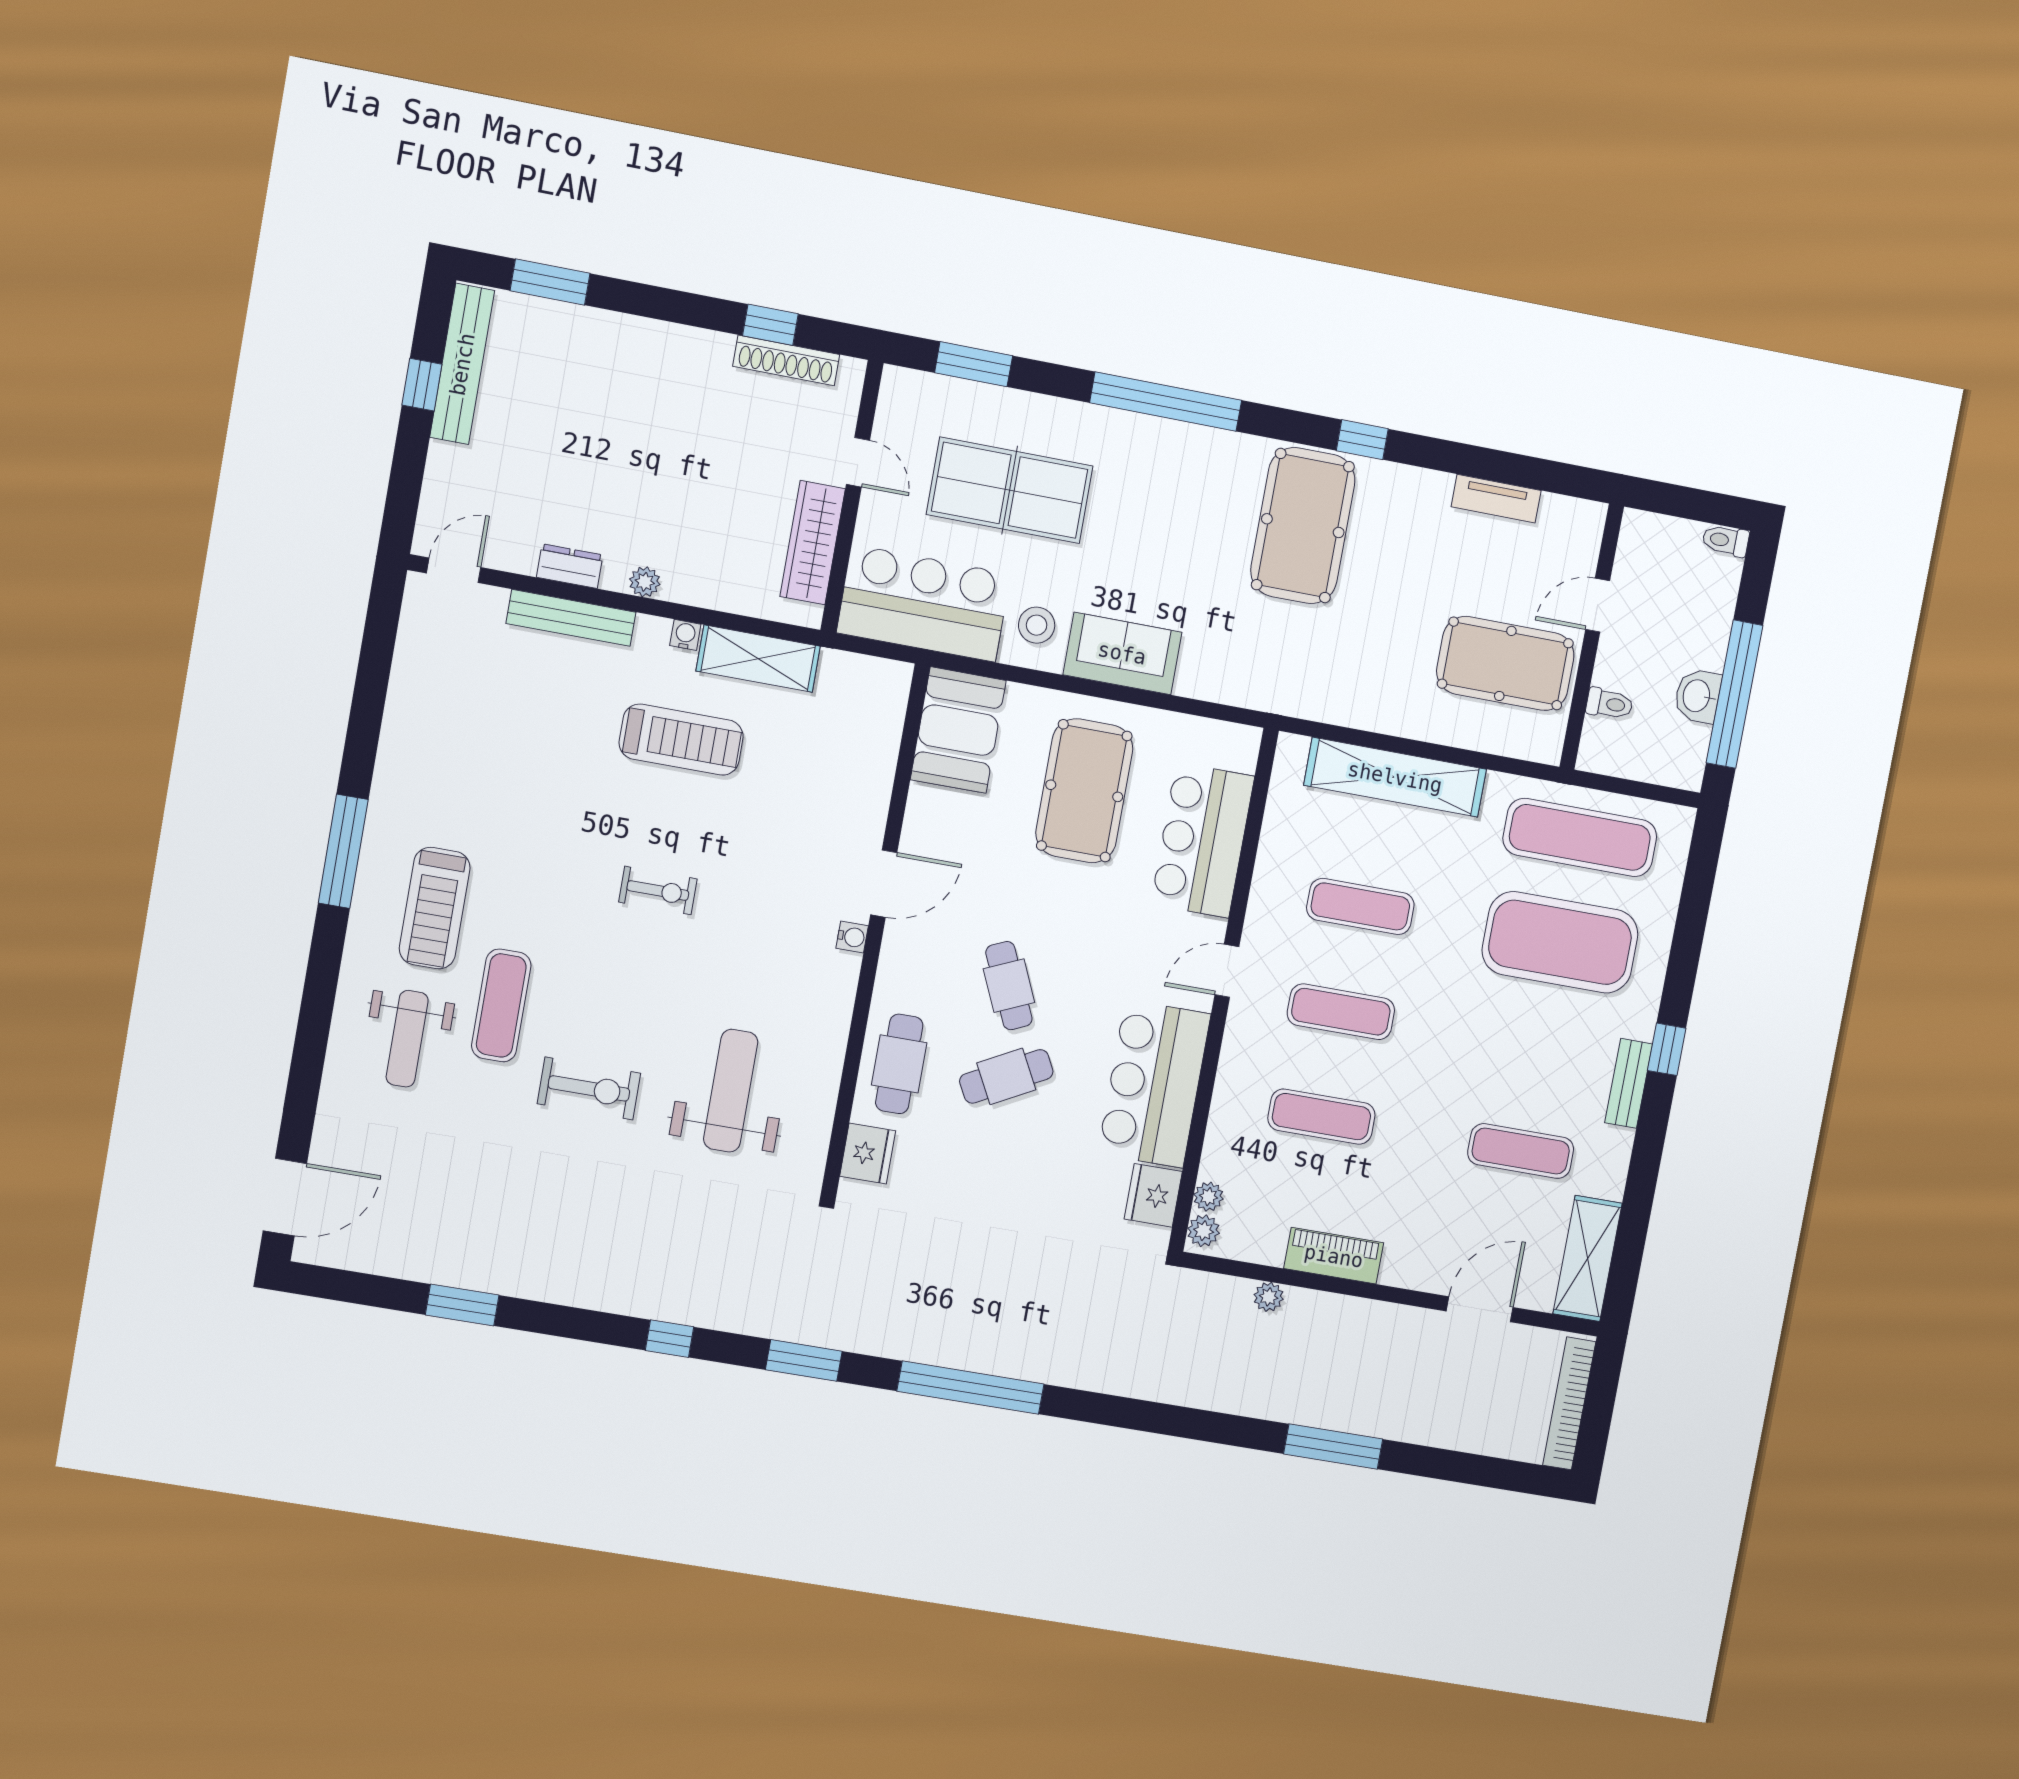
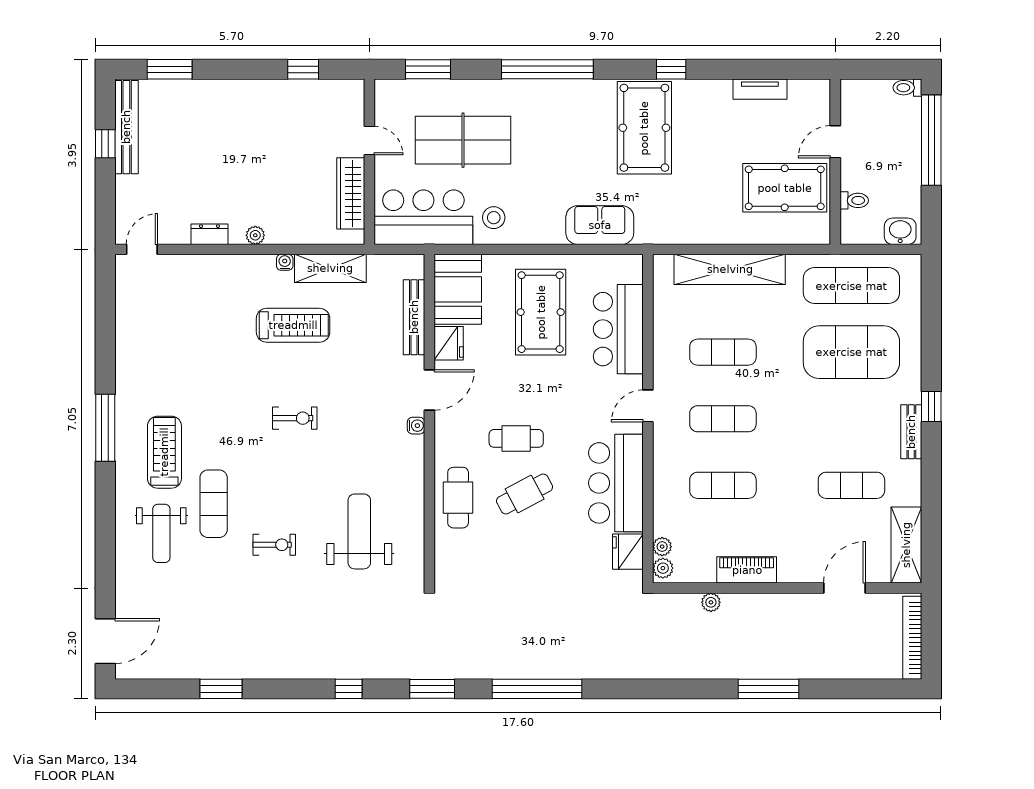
shoe rack: (786, 360) -> (316, 88), removed
bench: (571, 618) -> (414, 317), moved, turned 90
sofa: (1122, 653) -> (600, 225), moved
window: (1734, 694) -> (931, 140), moved
washbasin: (1698, 696) -> (900, 231), moved, turned 90
treadmill: (435, 908) -> (164, 452), turned 180
cafe table: (1009, 986) -> (516, 438), turned -66
exercise bike: (589, 1088) -> (274, 545), width x0.73, depth x0.72
fridge: (868, 1153) -> (449, 343), moved

